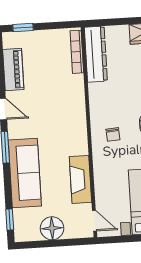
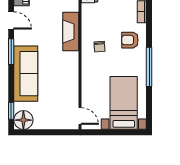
fireplace: (80, 179) -> (71, 31), moved
floor lamp: (52, 228) -> (23, 120), moved

